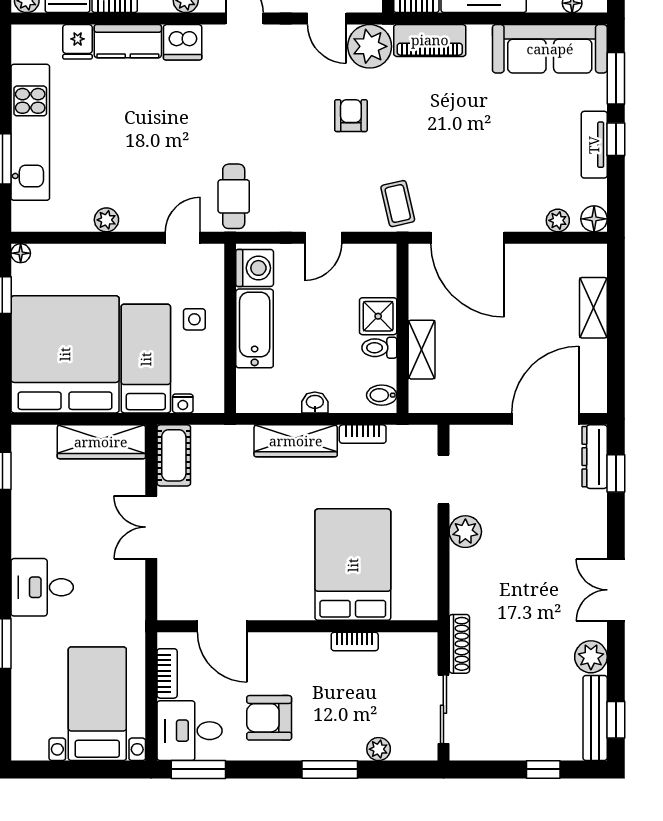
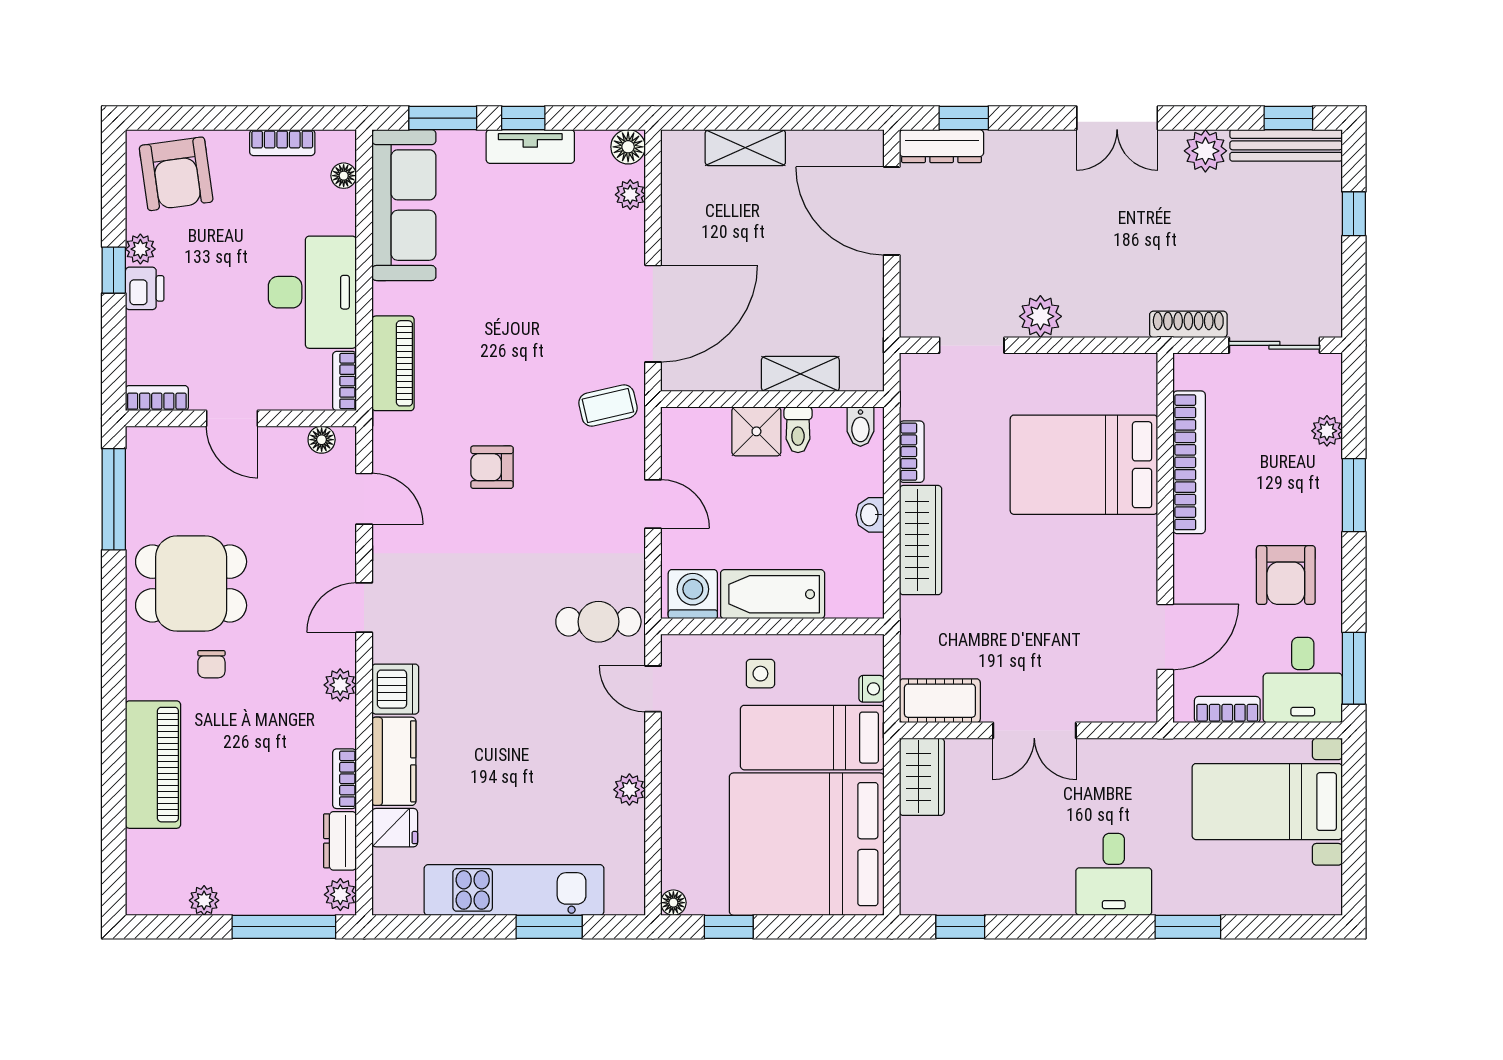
door: (327, 19) -> (364, 499), hinge flipped
plant: (370, 46) -> (401, 443), removed
wardrobe: (101, 442) -> (922, 777), width x0.67
bookcase: (355, 642) -> (1189, 462), width x2.31, depth x1.31

